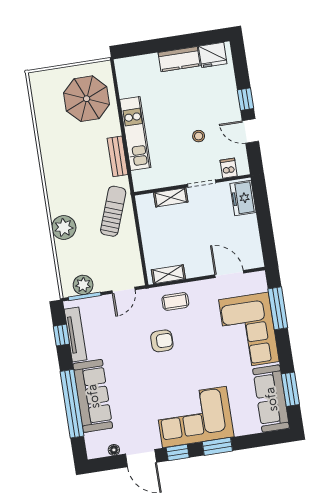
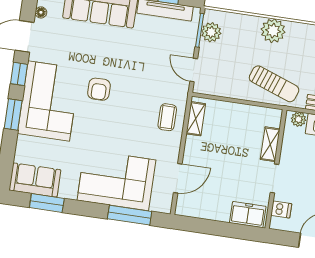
plant: (139, 178) -> (299, 119), added
armchair: (162, 341) -> (99, 89), moved
sofa: (271, 399) -> (35, 180), width x0.73

